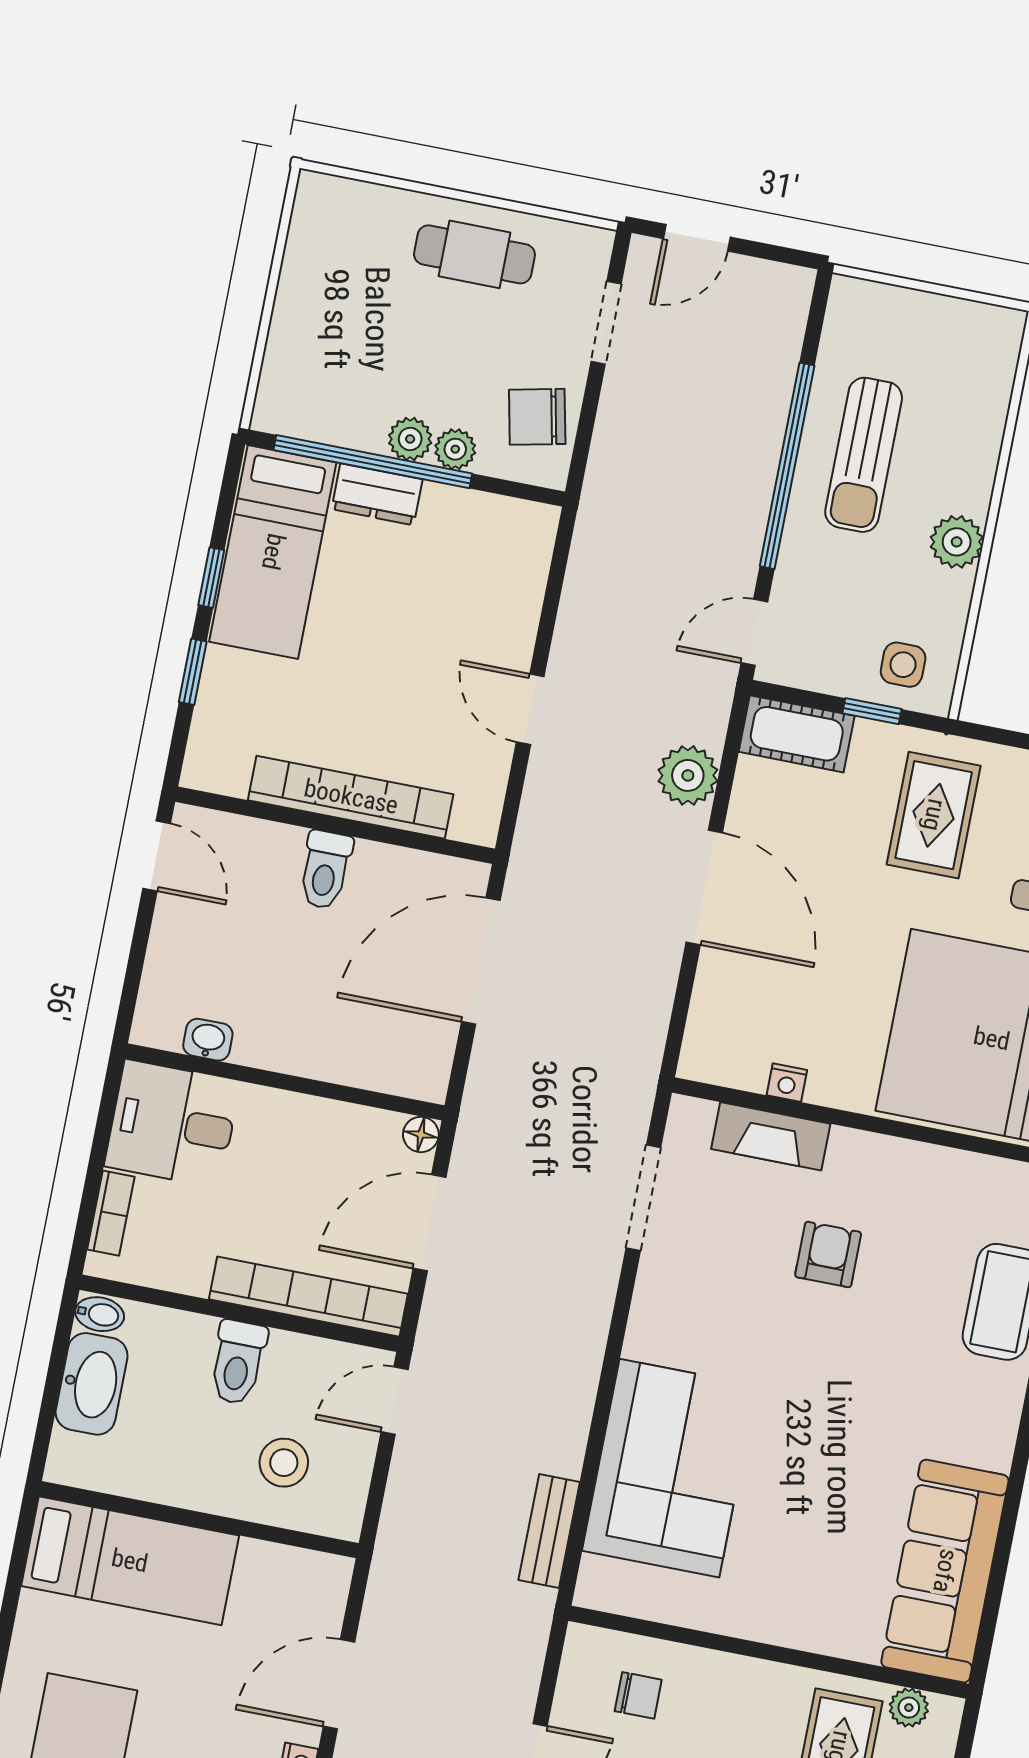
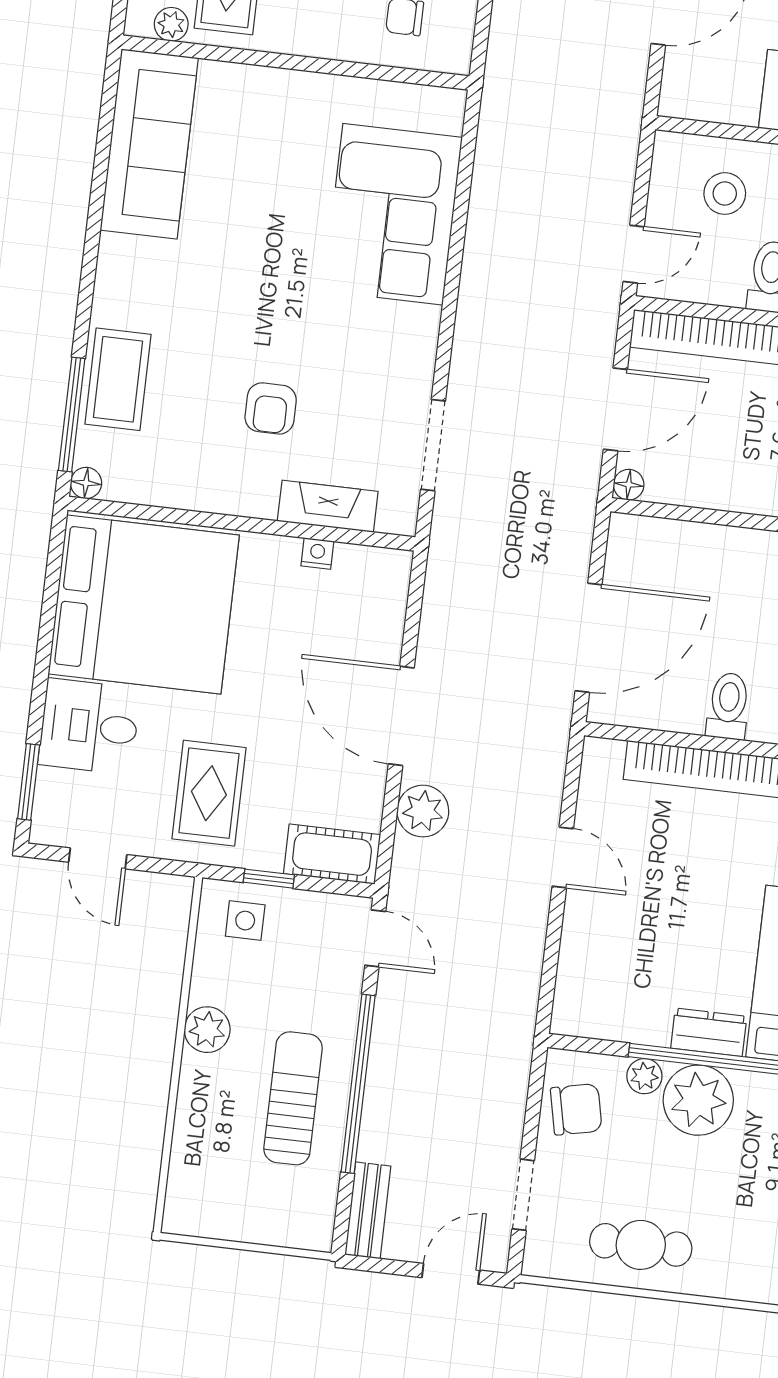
plant: (410, 439) -> (698, 1100), width x1.87, depth x1.87
door: (754, 632) -> (375, 938), hinge flipped
bench: (549, 1531) -> (368, 1210), moved

